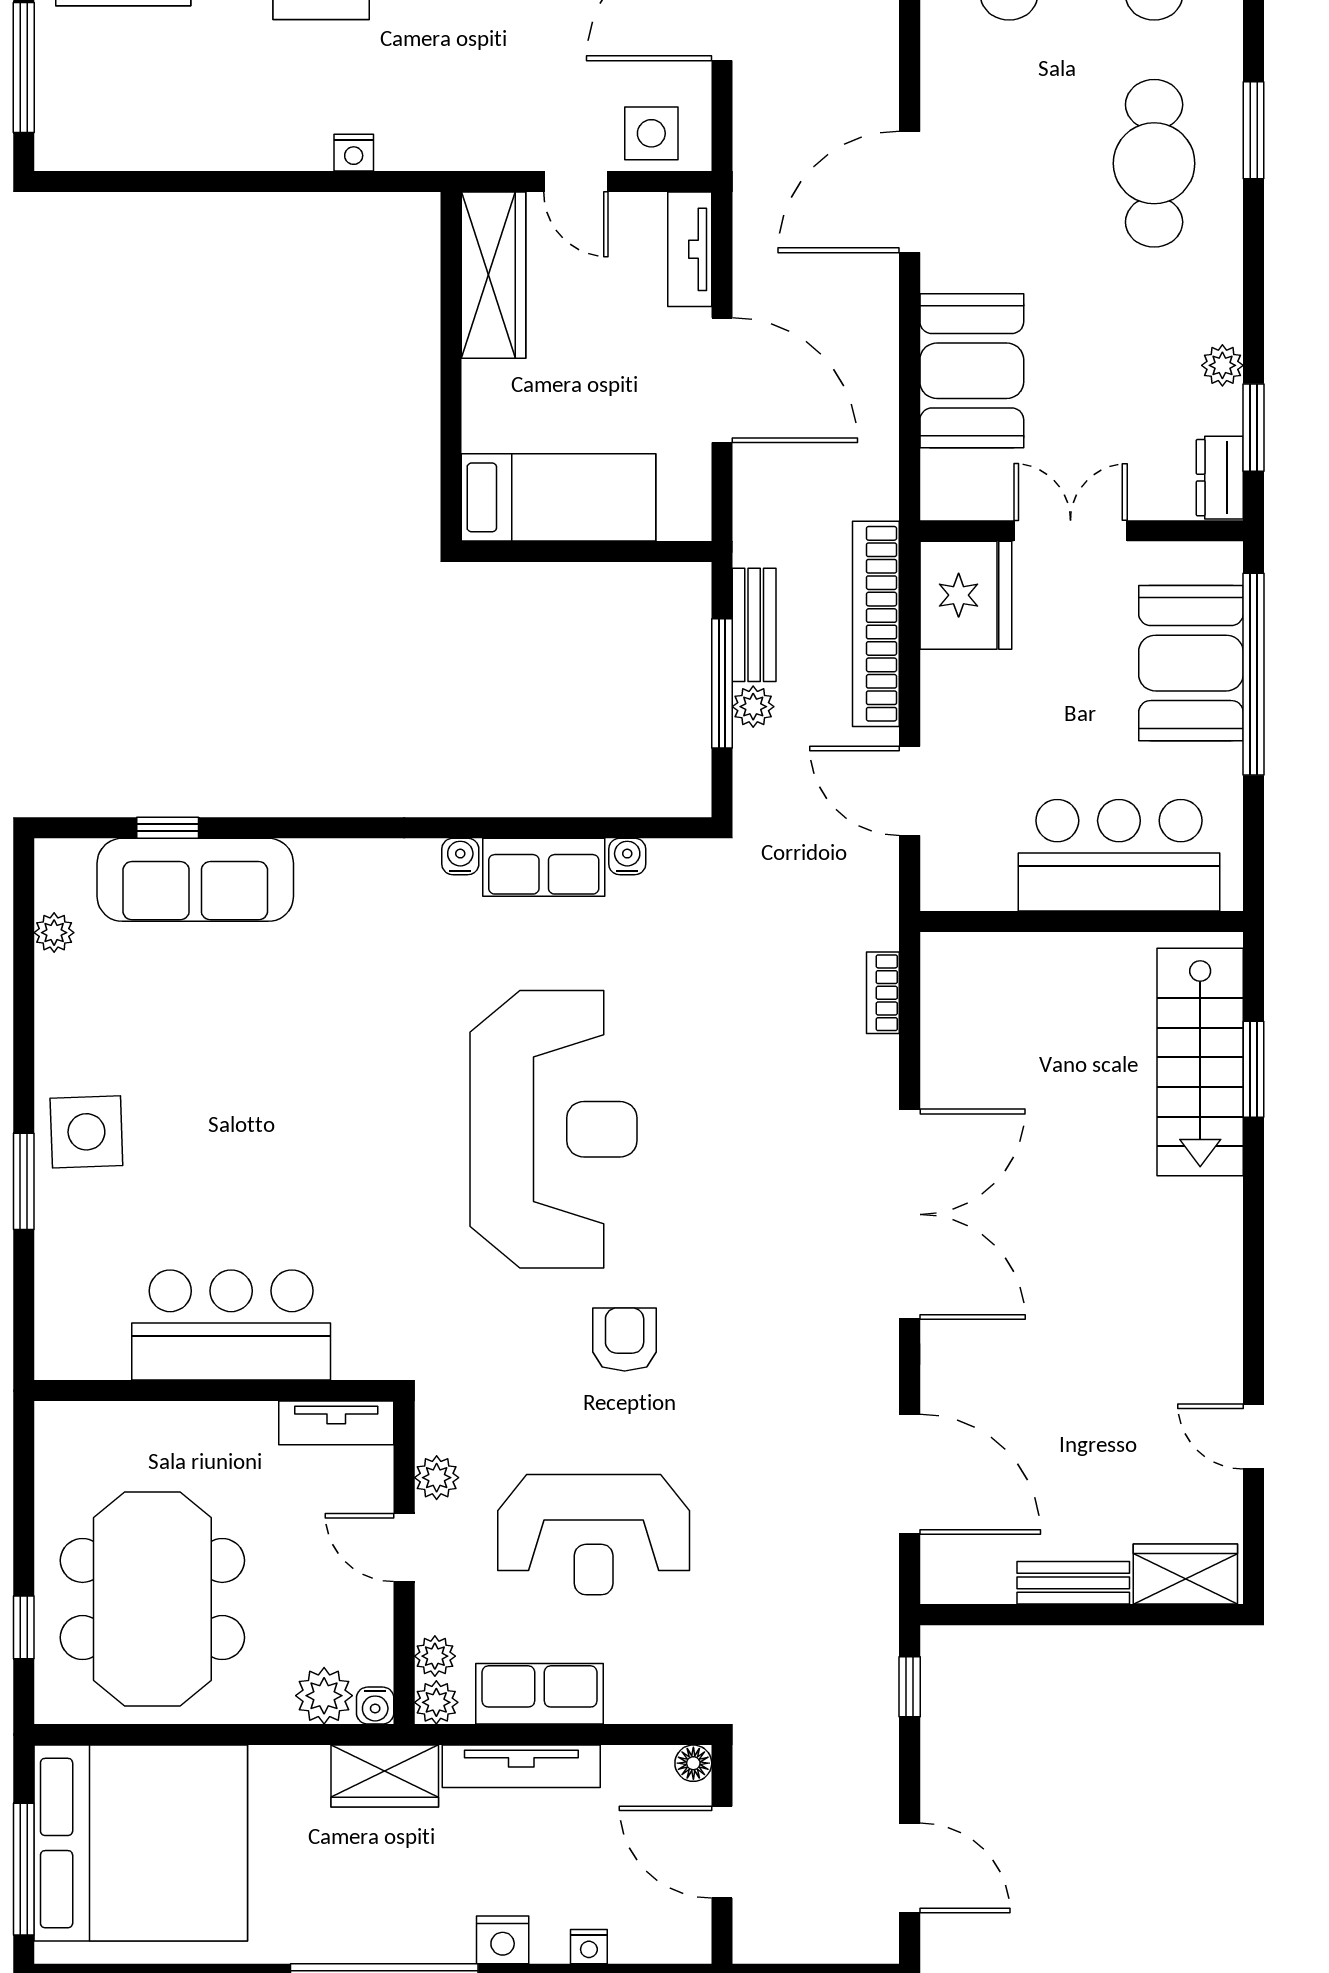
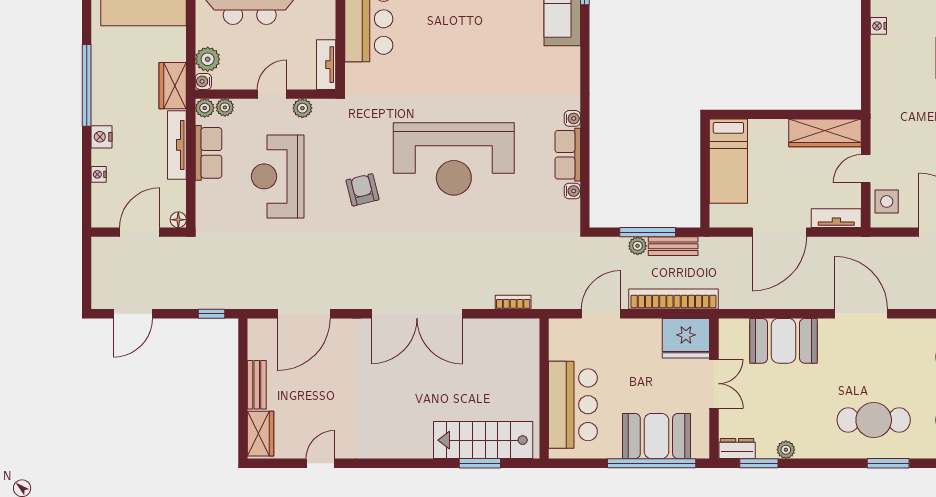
nightstand: (354, 153) -> (878, 26), moved
armchair: (625, 1339) -> (362, 190), turned -104

